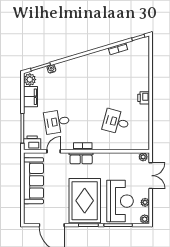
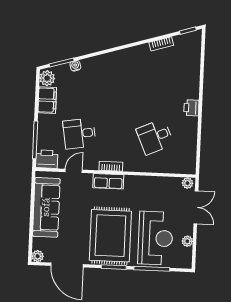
desk: (116, 122) -> (155, 137), turned -39
plant: (145, 219) -> (38, 256), moved

